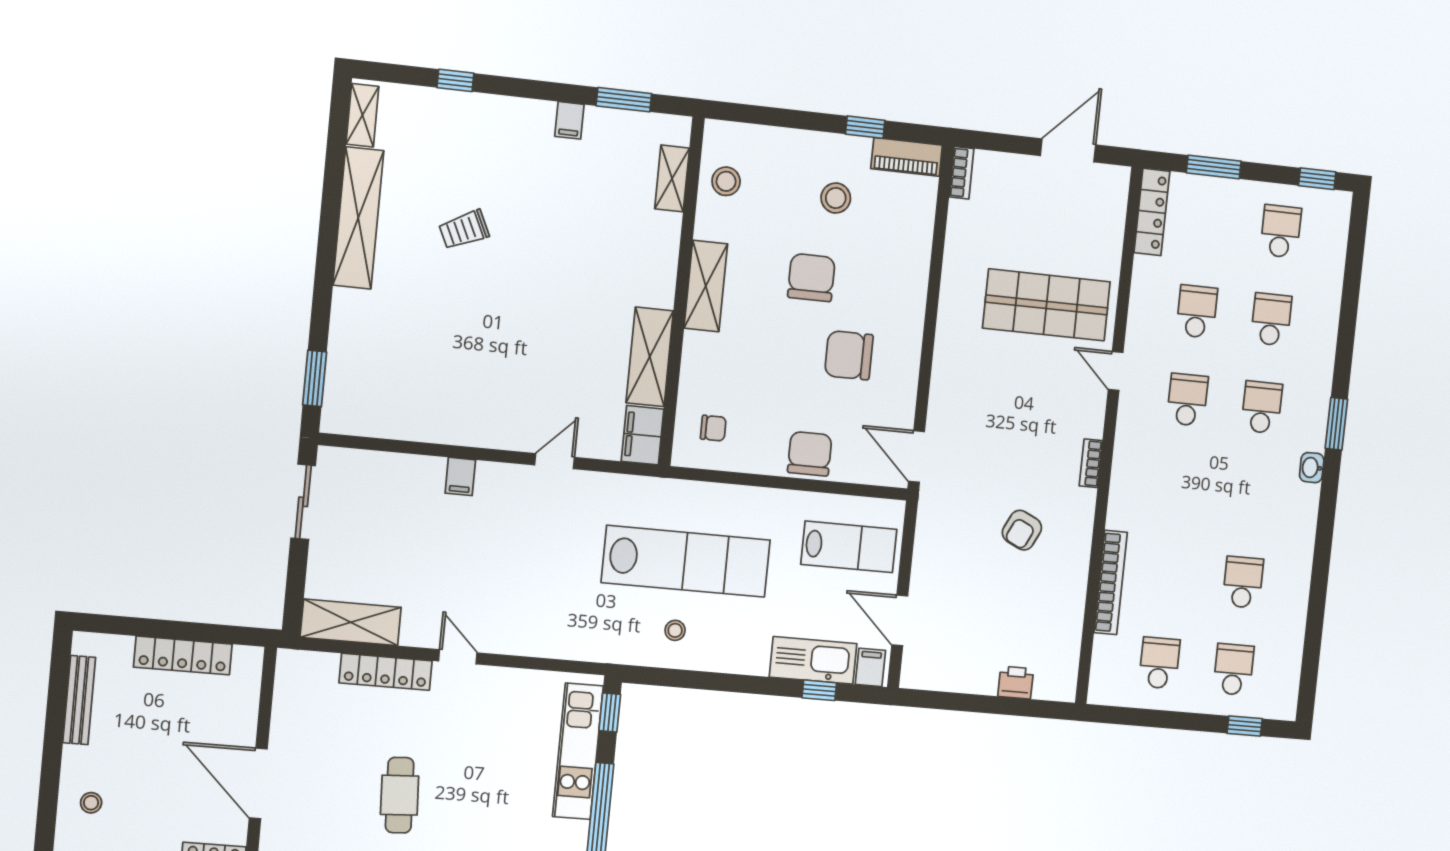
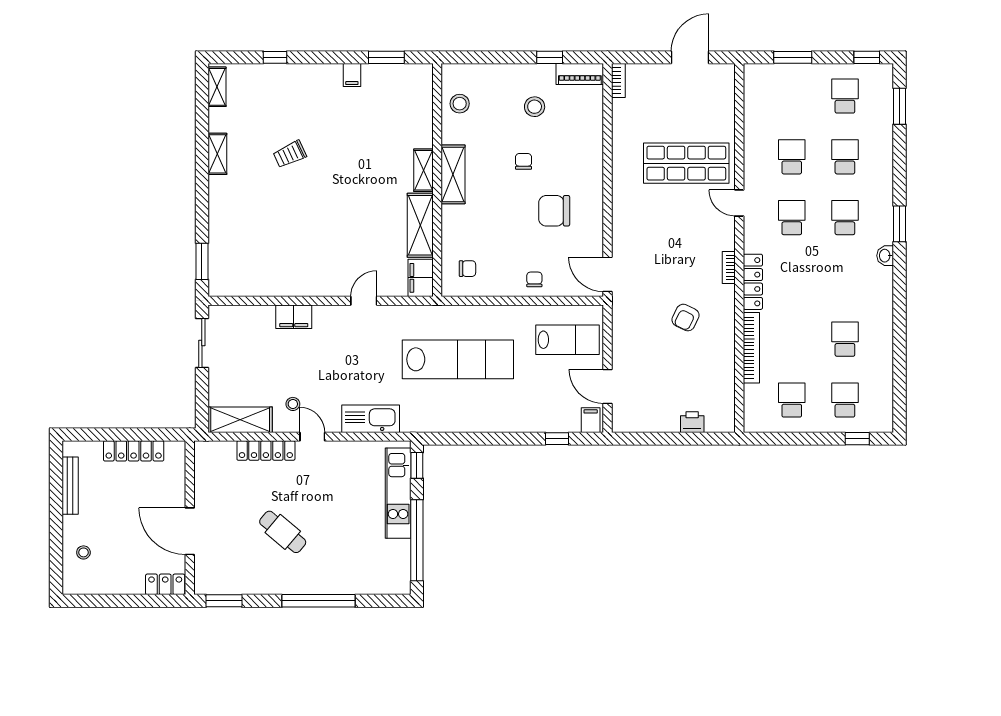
shelving: (672, 178) -> (424, 170), moved
locker: (1152, 212) -> (753, 282), moved
shelving: (358, 218) -> (217, 154), width x0.45, depth x0.75
window: (1355, 255) -> (899, 106), added
chair: (811, 278) -> (524, 161), width x0.54, depth x0.54
chair: (810, 454) -> (534, 279), width x0.54, depth x0.54
filing cabinet: (460, 476) -> (294, 317), width x2.00
stool: (675, 630) -> (293, 404), moved
kitchen sink: (813, 660) -> (371, 419), moved
cafe table: (400, 795) -> (283, 532), turned -47

